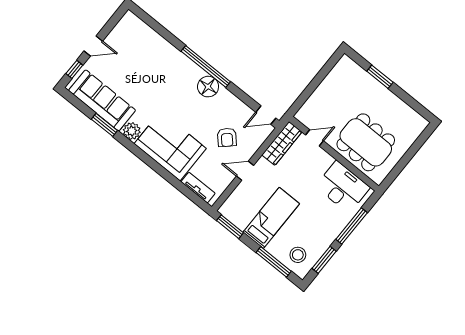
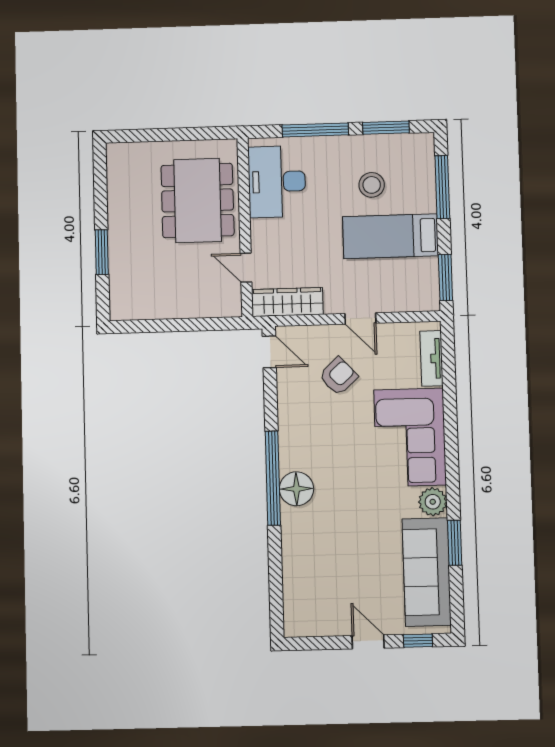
floor lamp: (208, 87) -> (296, 489), moved
stool: (298, 255) -> (372, 185), moved

